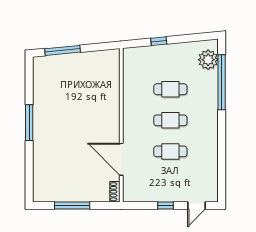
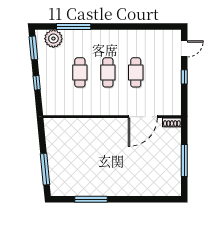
window: (198, 37) -> (33, 48), added
window: (222, 82) -> (74, 26), width x0.68
window: (29, 123) -> (91, 199), moved
door: (197, 205) -> (184, 49), hinge flipped

